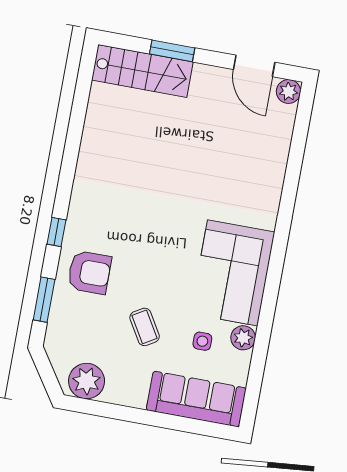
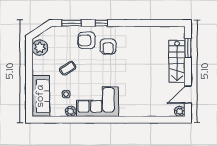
window: (172, 51) -> (188, 48), moved
stairs: (142, 71) -> (177, 61), moved
armchair: (112, 227) -> (108, 46), added
armchair: (89, 272) -> (87, 40), turned 90

